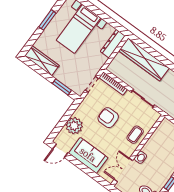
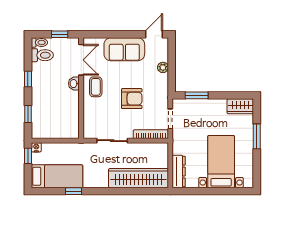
window: (47, 20) -> (257, 136), moved
wardrobe: (42, 61) -> (240, 106), width x0.67
plant: (74, 126) -> (163, 67), width x0.53, depth x0.53
coffee table: (135, 135) -> (96, 87), moved

